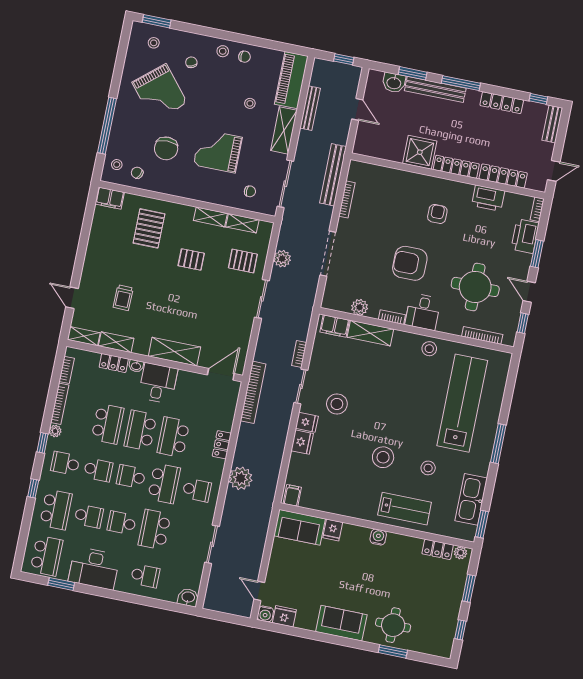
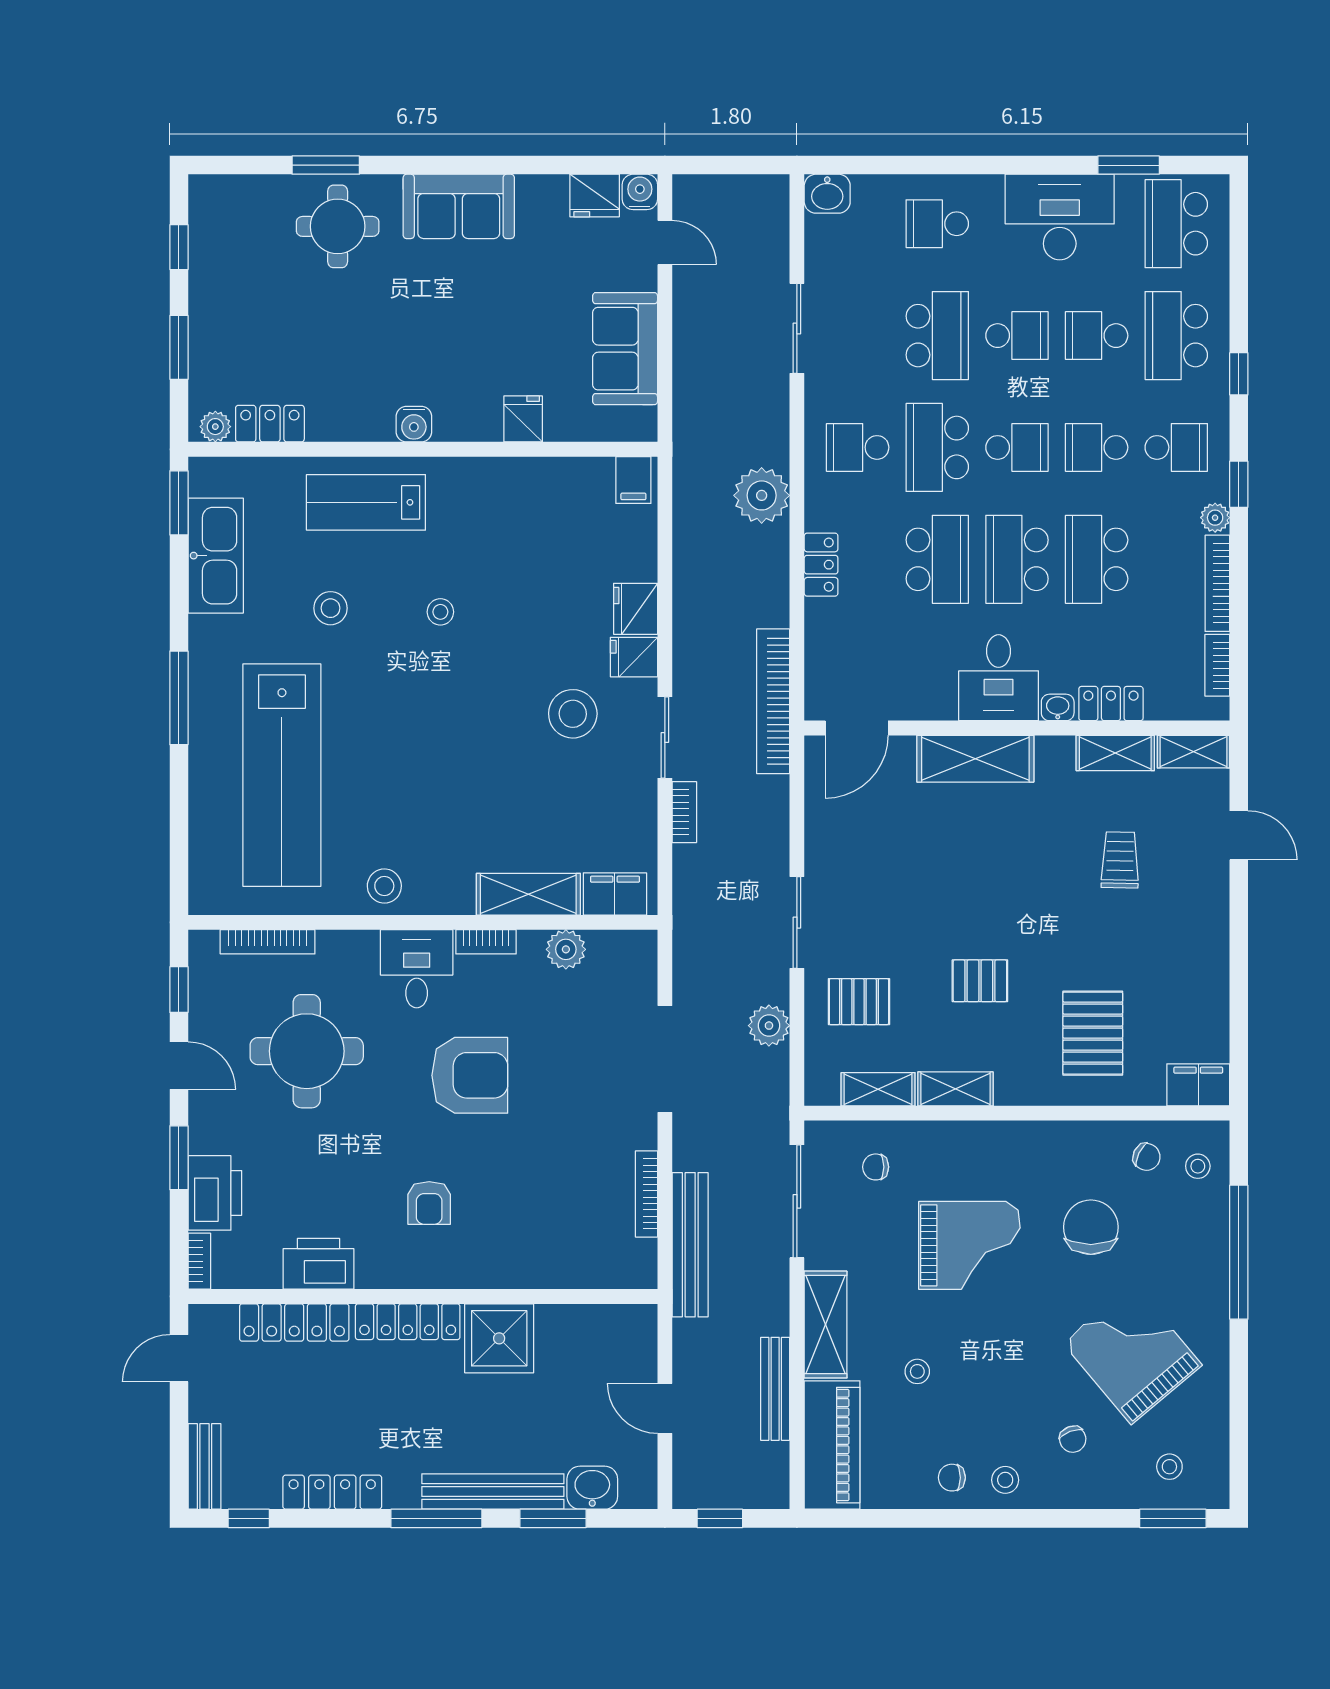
school desk: (140, 430) -> (1017, 559), turned 180
stool: (383, 457) -> (440, 612), width x0.53, depth x0.53
sofa: (300, 527) -> (625, 349), moved, turned -90

